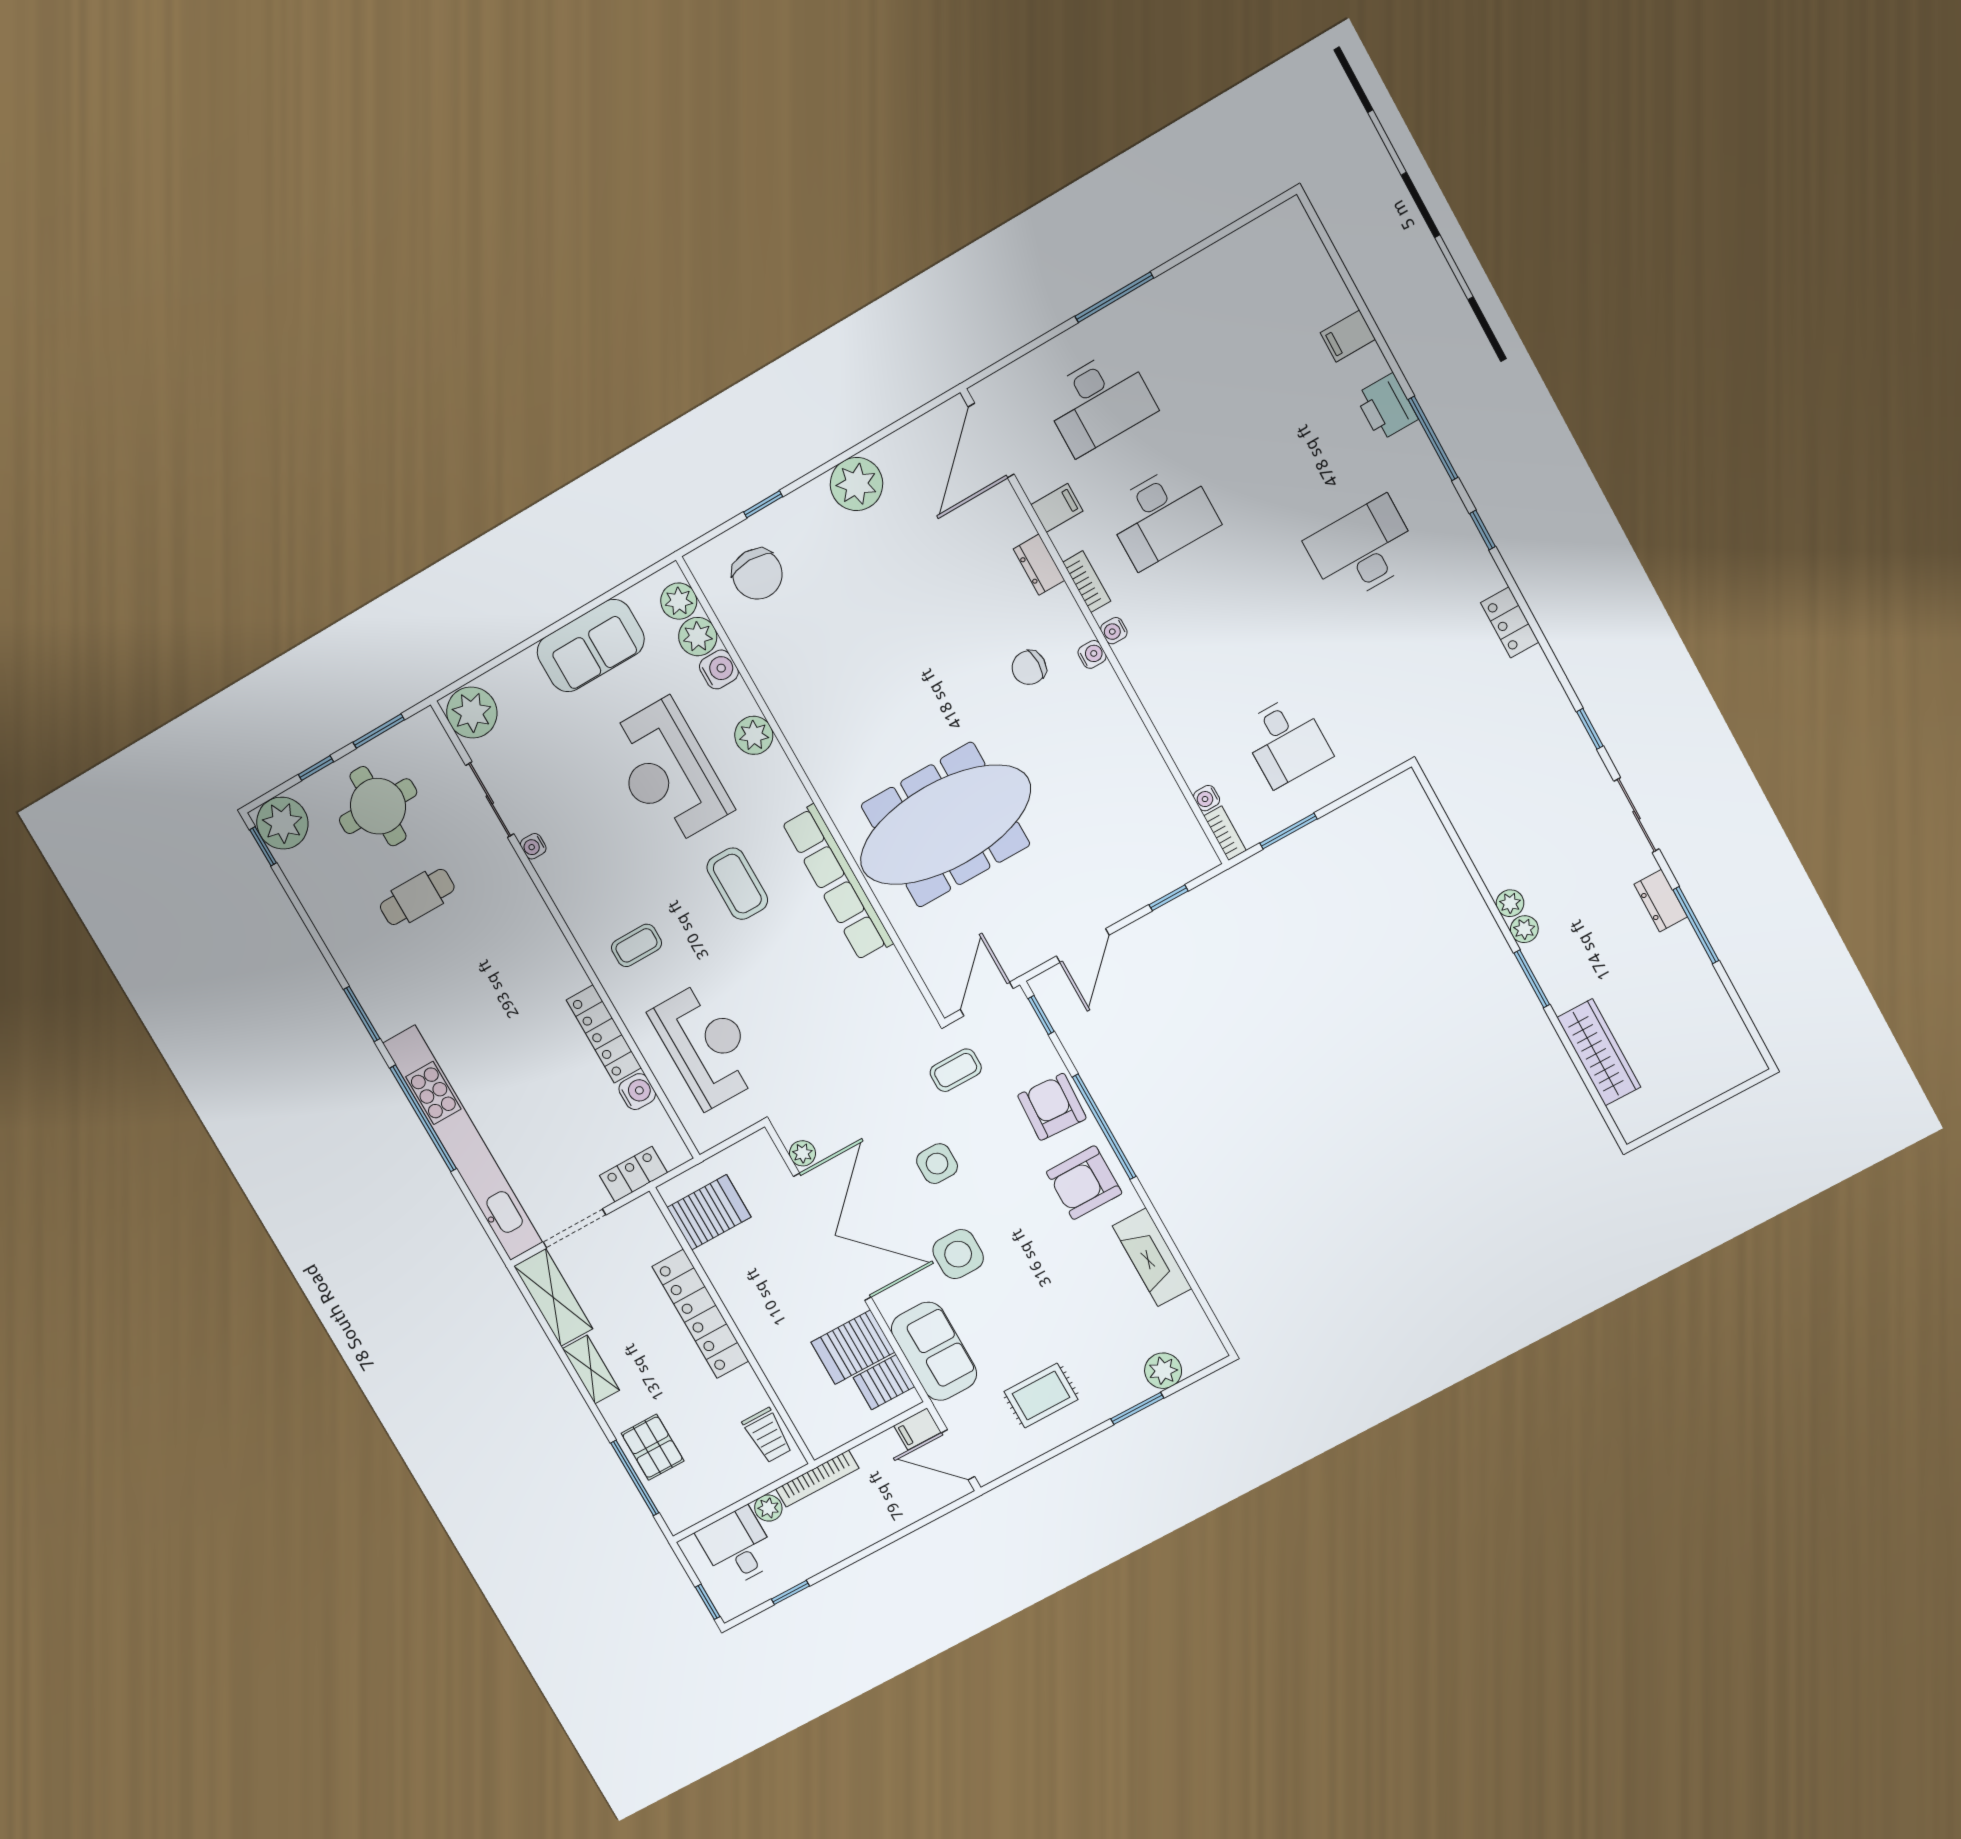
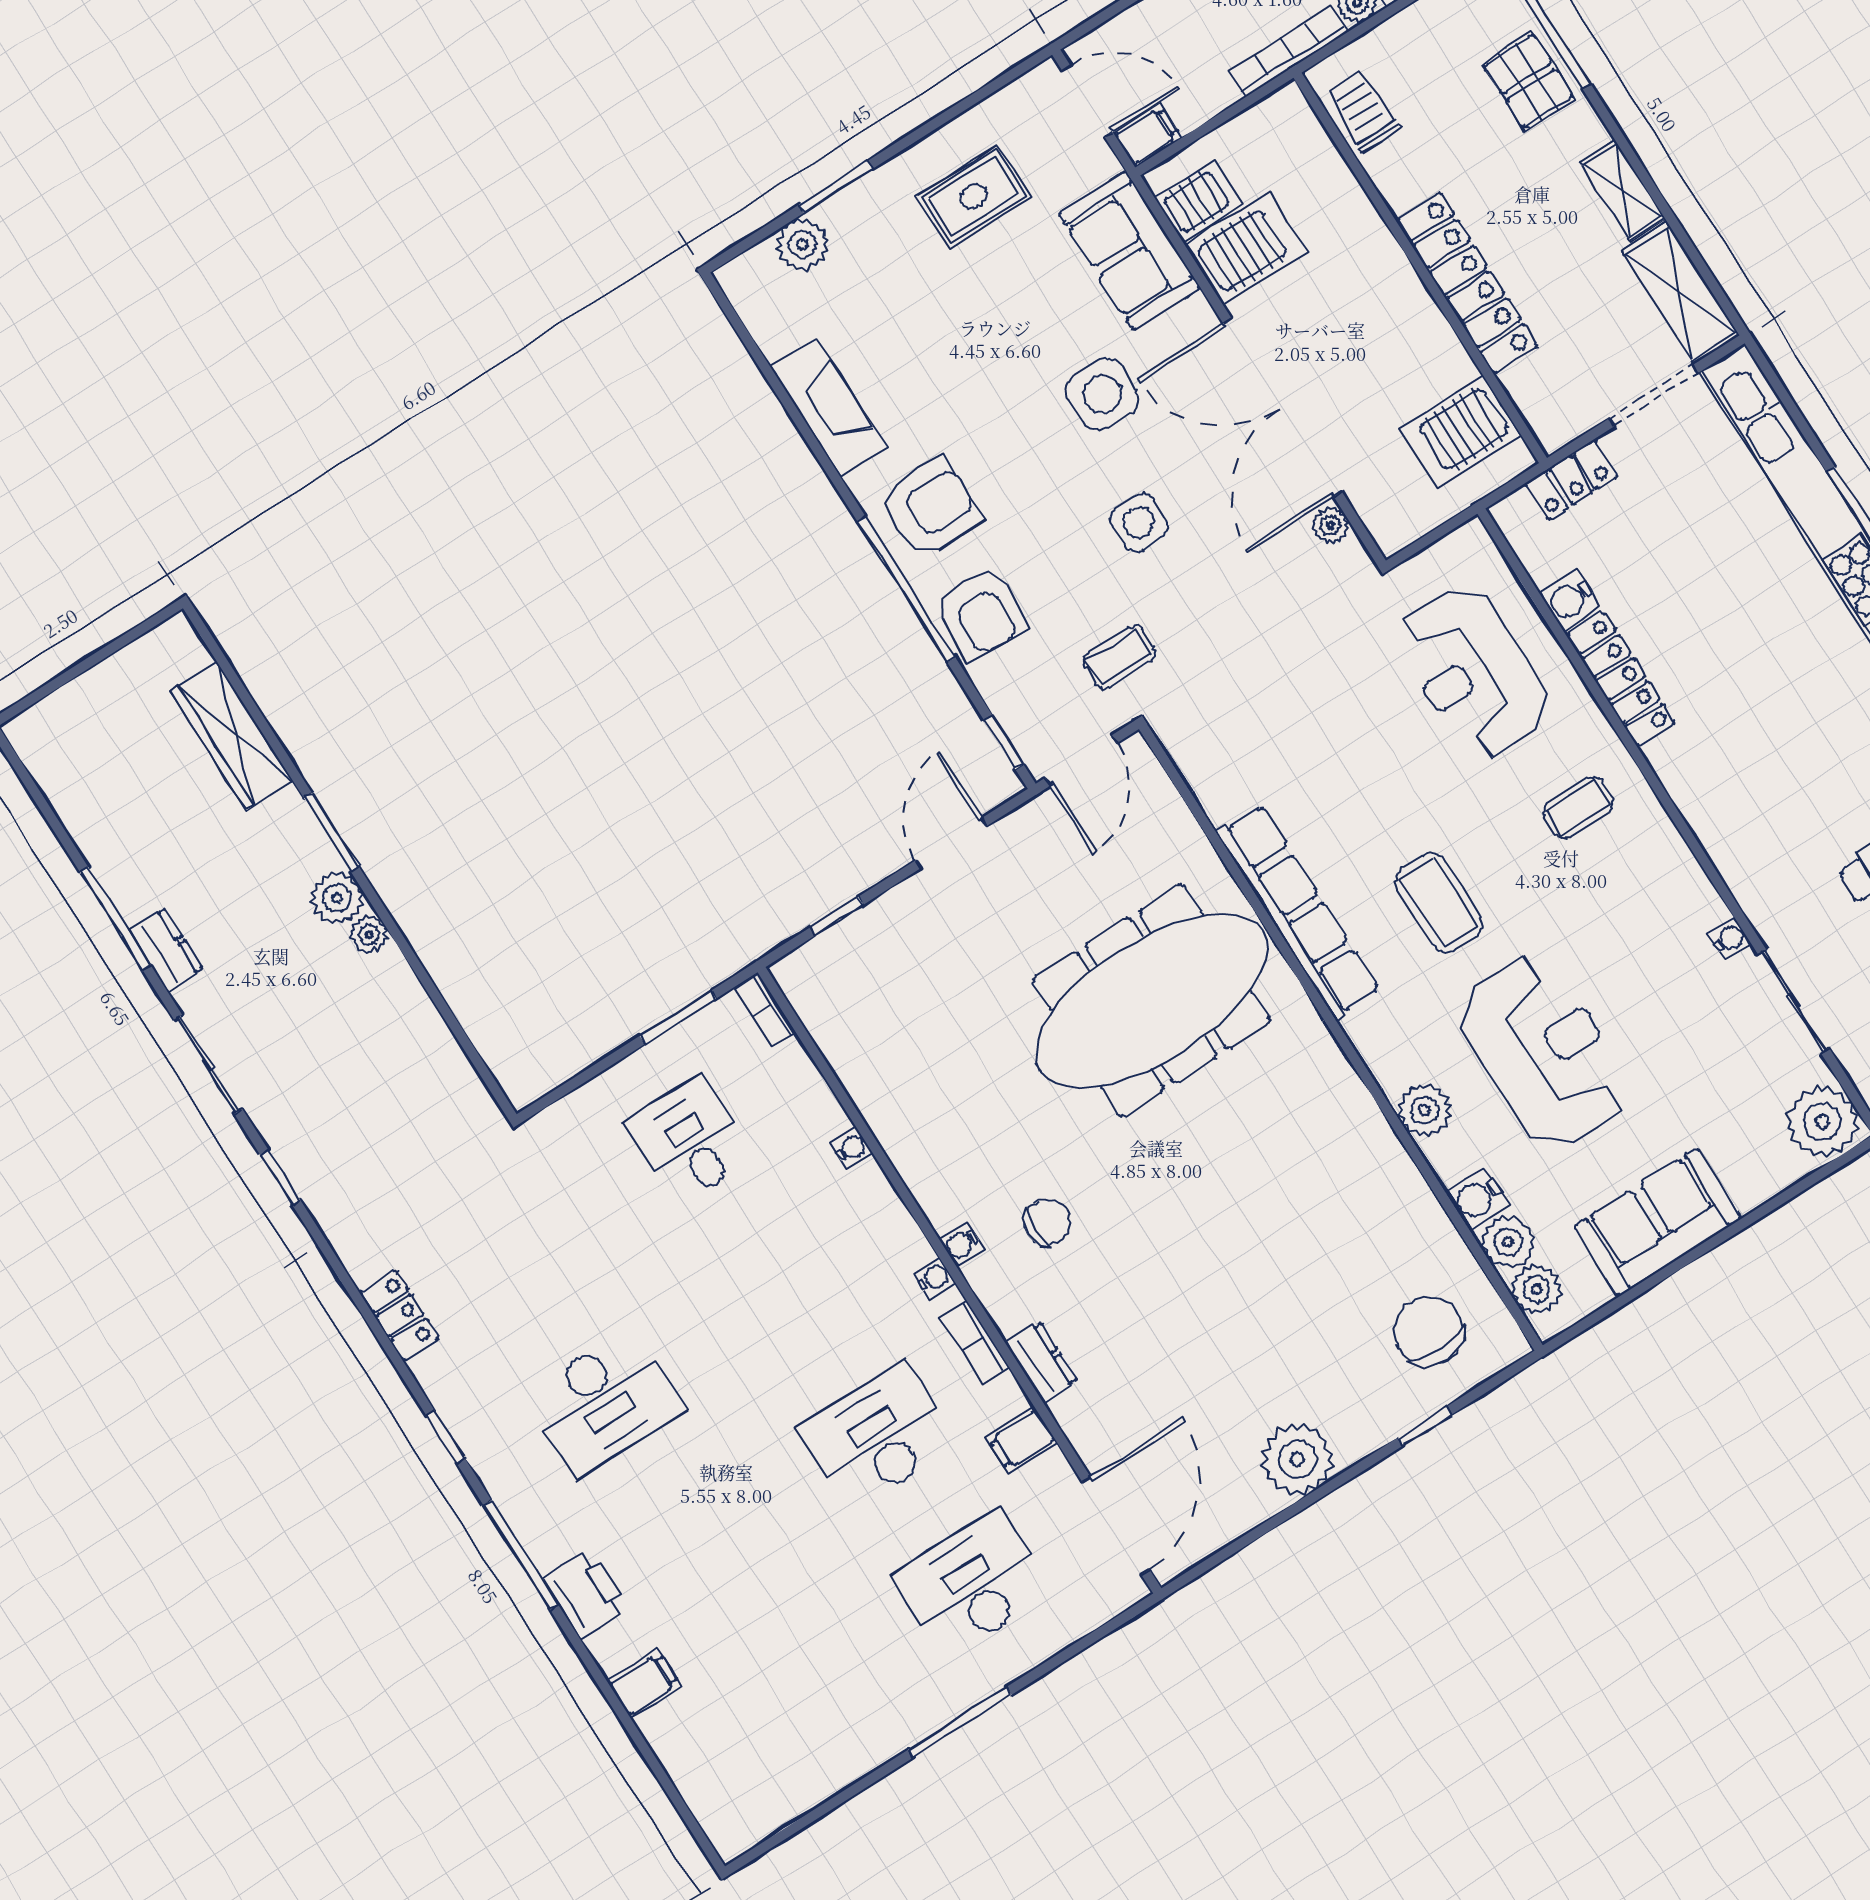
water cooler: (1207, 798) -> (851, 1148), moved
plant: (1524, 929) -> (337, 898), width x1.38, depth x1.38

